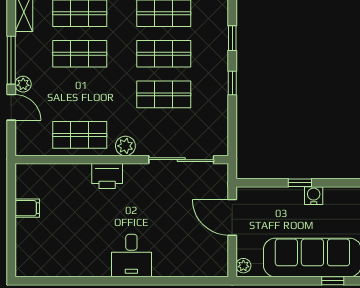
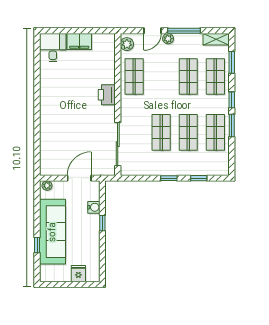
plant: (125, 146) -> (127, 44), moved
water cooler: (314, 196) -> (94, 207), moved
filing cabinet: (27, 208) -> (79, 41), width x2.00
desk: (131, 255) -> (53, 48), moved, turned 90

